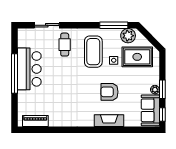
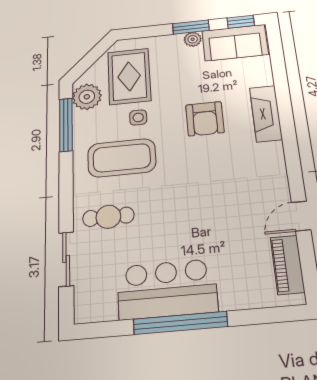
door: (57, 130) -> (301, 216), added

